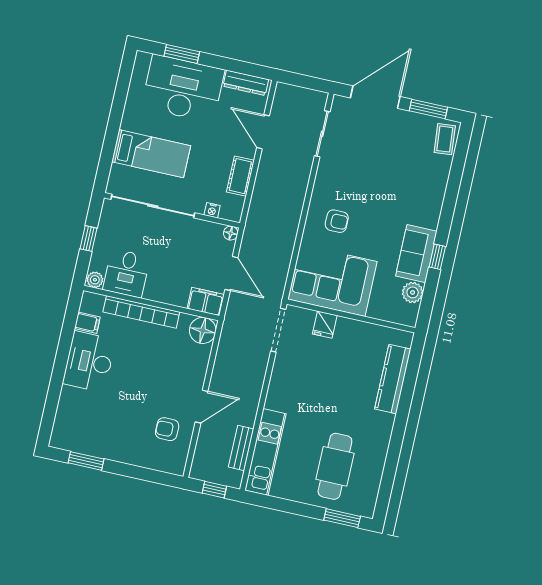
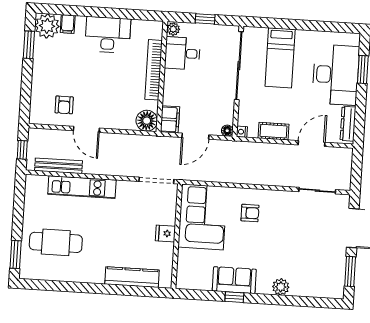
coffee table: (445, 139) -> (328, 288), removed
nightstand: (212, 210) -> (242, 132), moved
armchair: (337, 221) -> (250, 213), turned -90
plant: (413, 292) -> (281, 287), moved
filing cabinet: (87, 323) -> (68, 24), moved
fridge: (325, 325) -> (166, 233), moved
armchair: (167, 429) -> (64, 105), turned 180
plant: (66, 435) -> (47, 26), added
bench: (241, 448) -> (59, 166), width x1.36
kitchen unit: (266, 452) -> (82, 187), moved

